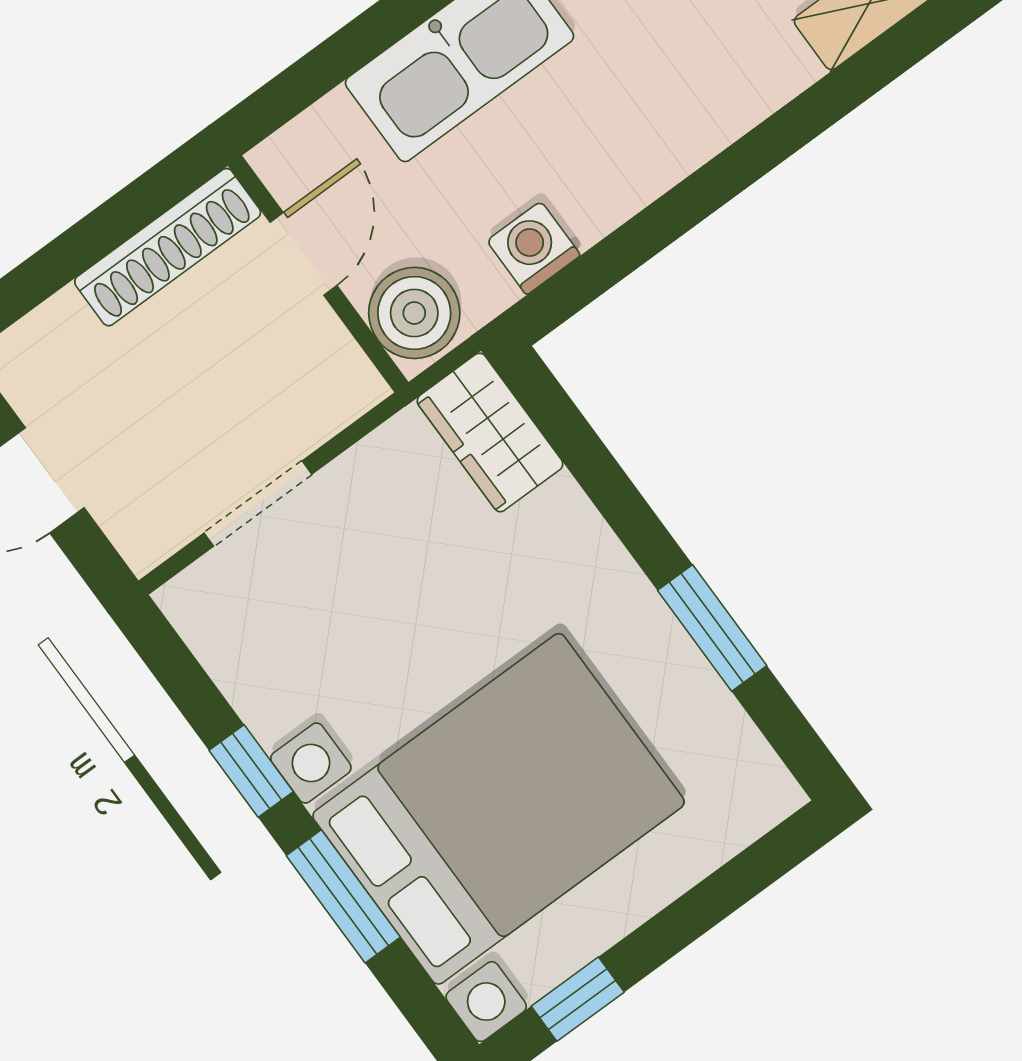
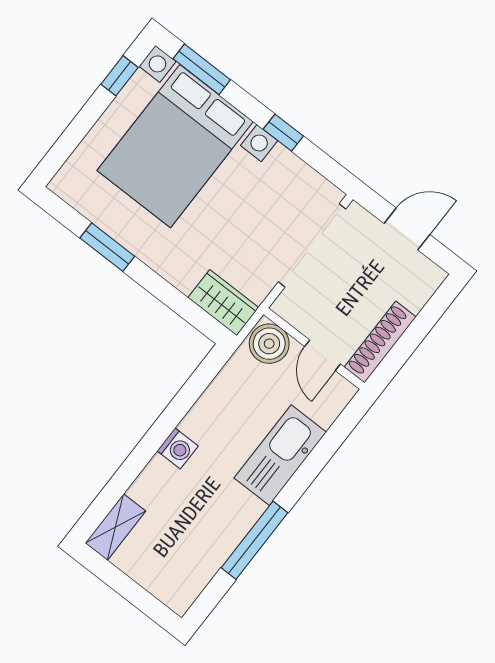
washing machine: (534, 248) -> (178, 448), moved
doorway: (258, 504) -> (312, 245), width x1.87
window: (343, 896) -> (202, 69), moved

